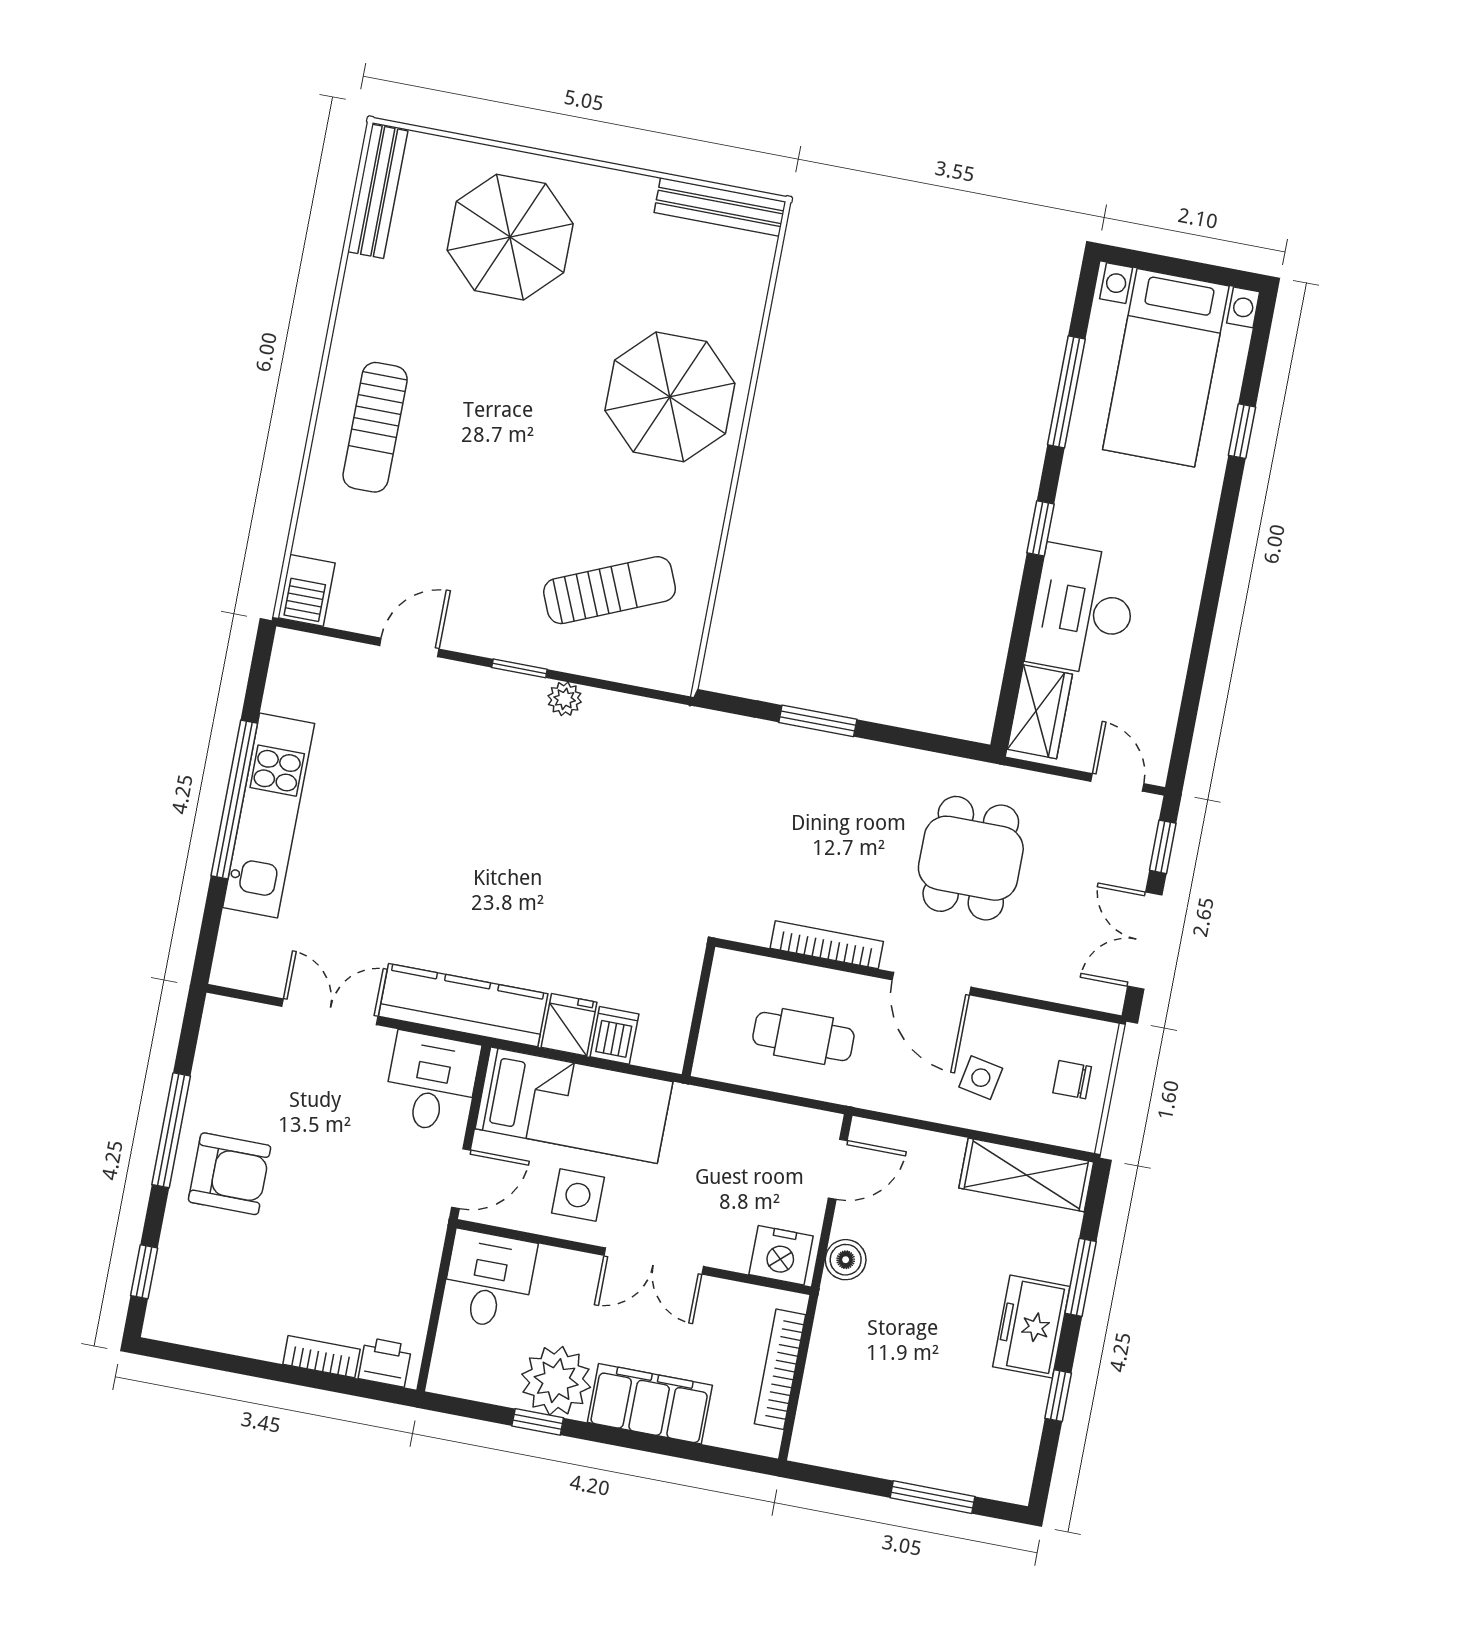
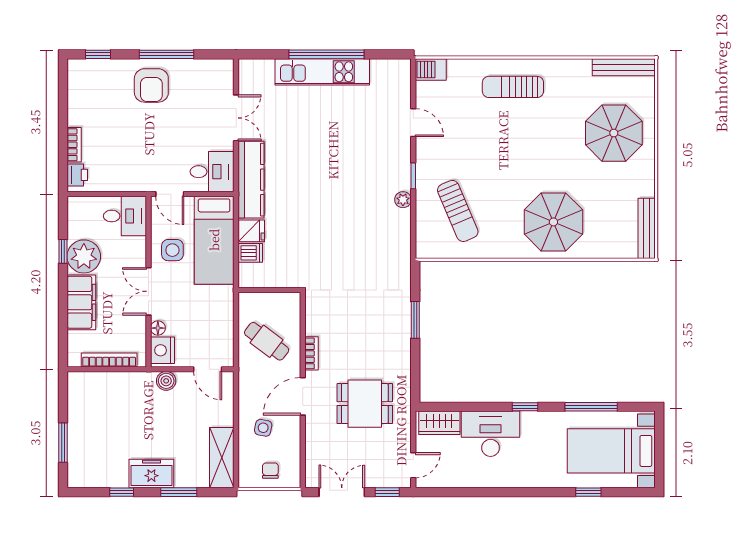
bookcase: (827, 945) -> (311, 353), width x0.64
cafe table: (803, 1037) -> (267, 341), turned -53
floor lamp: (733, 1256) -> (158, 328), added

